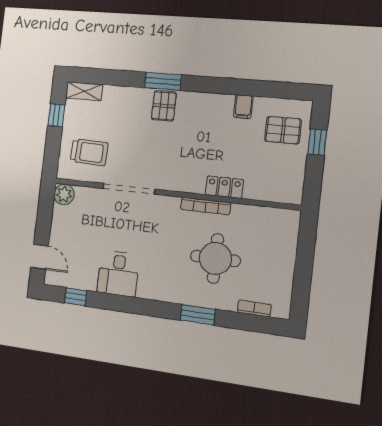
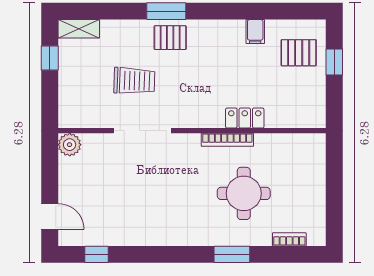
pallet: (164, 106) -> (170, 38), turned 90
trolley: (89, 152) -> (134, 81), moved
desk: (118, 274) -> (141, 223), removed

